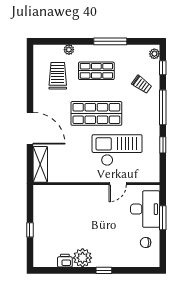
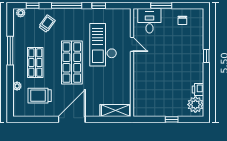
door: (30, 128) -> (72, 119), moved
desk: (145, 209) -> (149, 21), width x0.73
plant: (83, 258) -> (195, 105), moved

